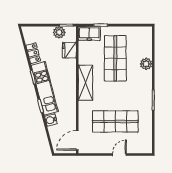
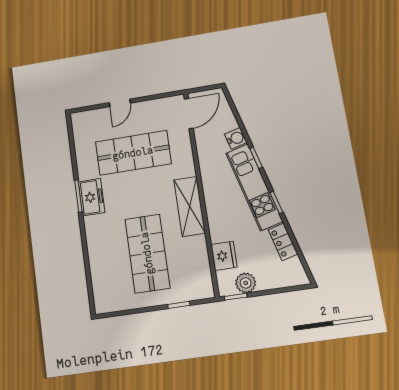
freezer: (89, 33) -> (92, 197), moved, turned 90
plant: (146, 64) -> (97, 252), removed

